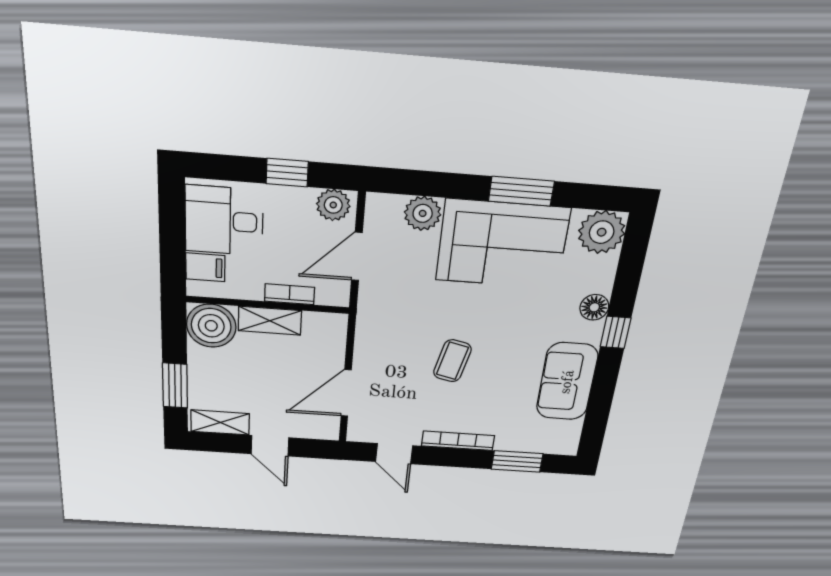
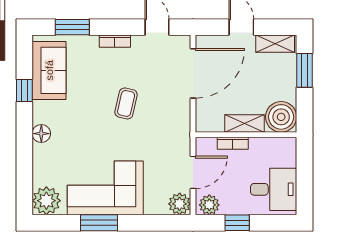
plant: (423, 213) -> (180, 204), moved
filing cabinet: (205, 267) -> (285, 158), removed
floor lamp: (594, 307) -> (41, 134), moved
window: (616, 332) -> (24, 91), moved
sofa: (567, 382) -> (49, 70), moved
door: (346, 393) -> (193, 73), width x1.36
bookcase: (458, 441) -> (115, 41), width x0.64

